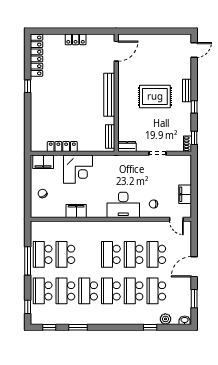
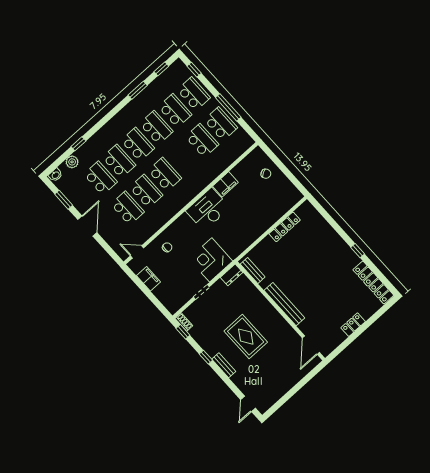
rug: (155, 96) -> (246, 337), turned 90
filing cabinet: (43, 162) -> (289, 200), removed
corner desk: (78, 169) -> (211, 260), moved
desk: (123, 205) -> (208, 209), moved

